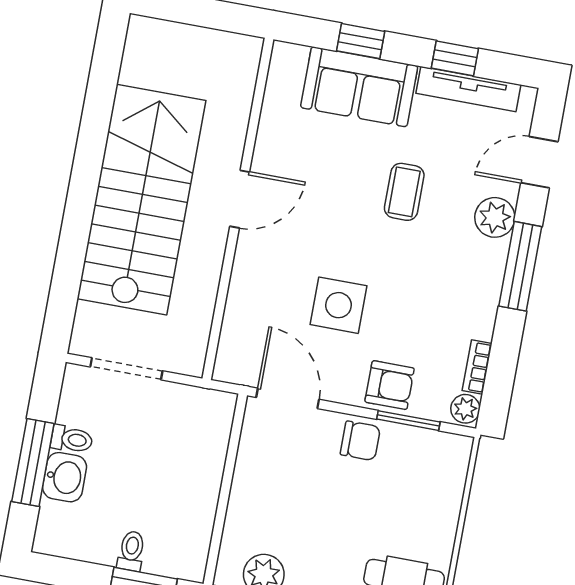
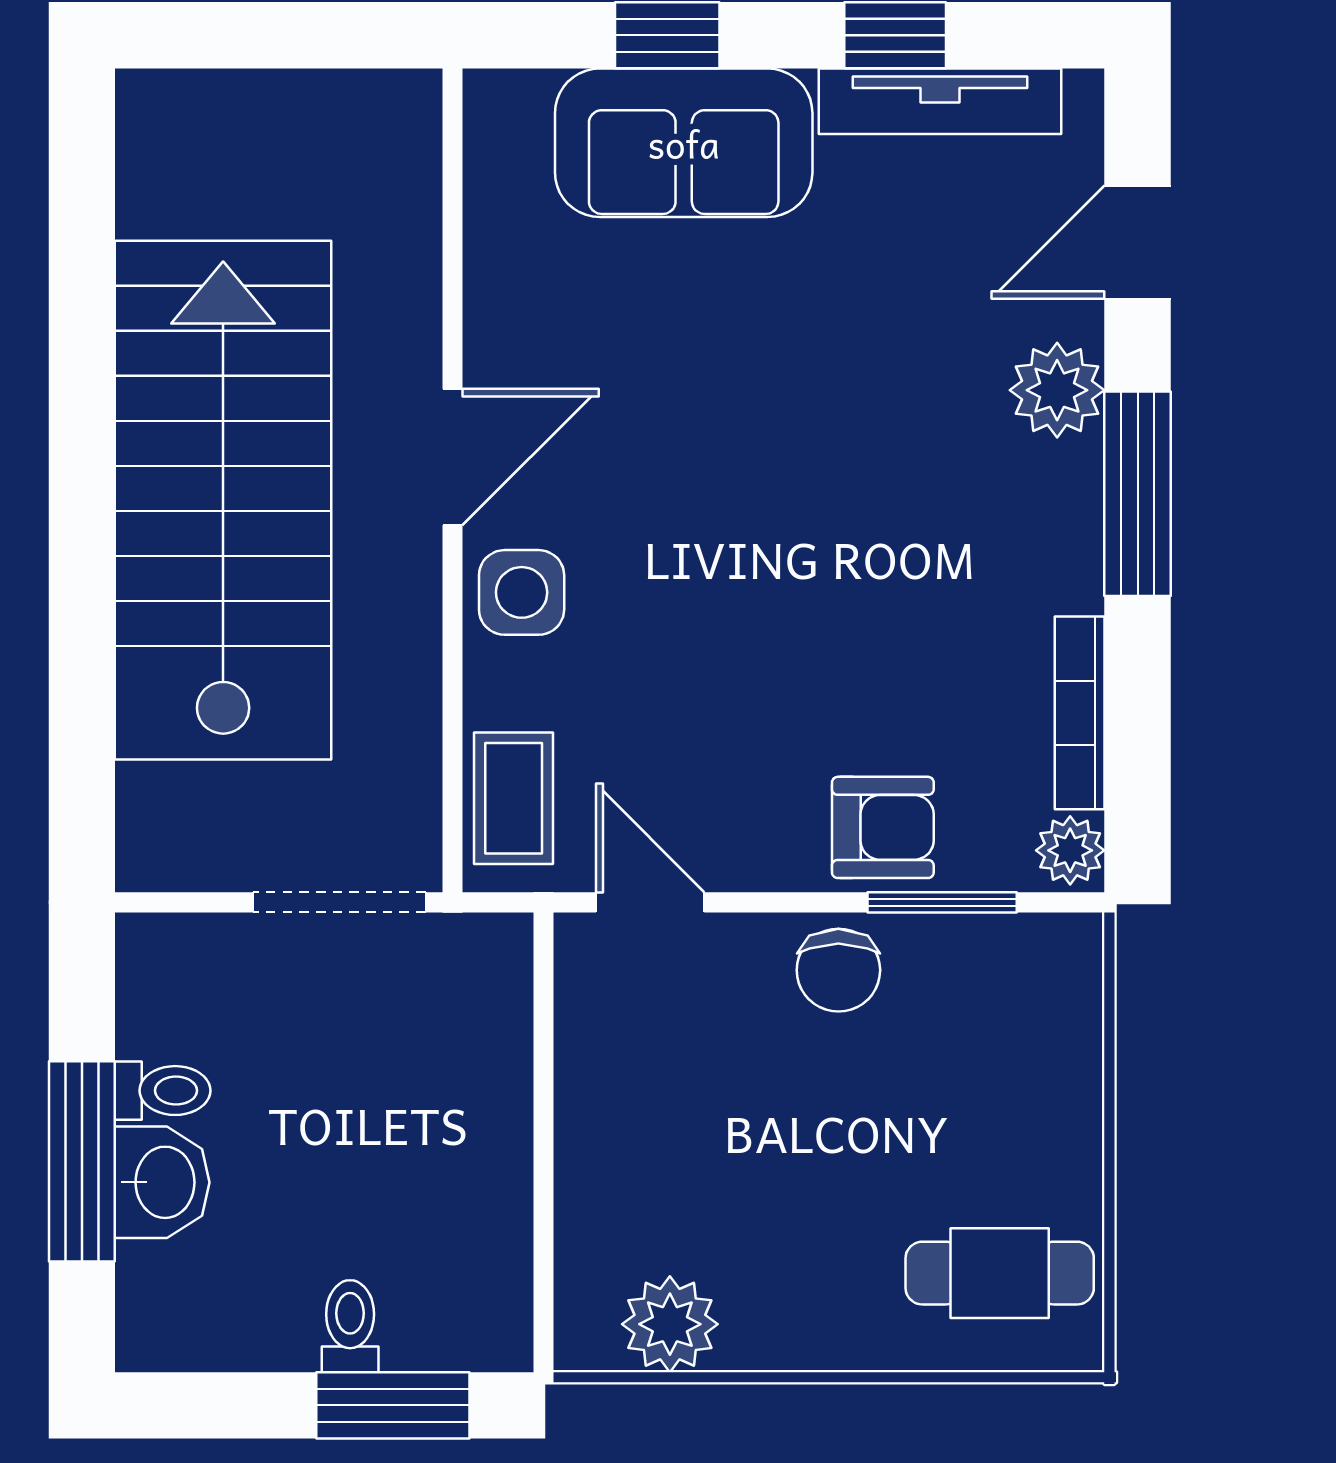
coffee table: (404, 192) -> (514, 798), moved
side table: (338, 305) -> (522, 592), moved, width x0.73, depth x0.73
bookcase: (477, 367) -> (1080, 713), width x1.56
doorway: (126, 369) -> (339, 902), moved
door: (288, 398) -> (650, 902), width x0.73
chair: (360, 441) -> (838, 970), turned 90

